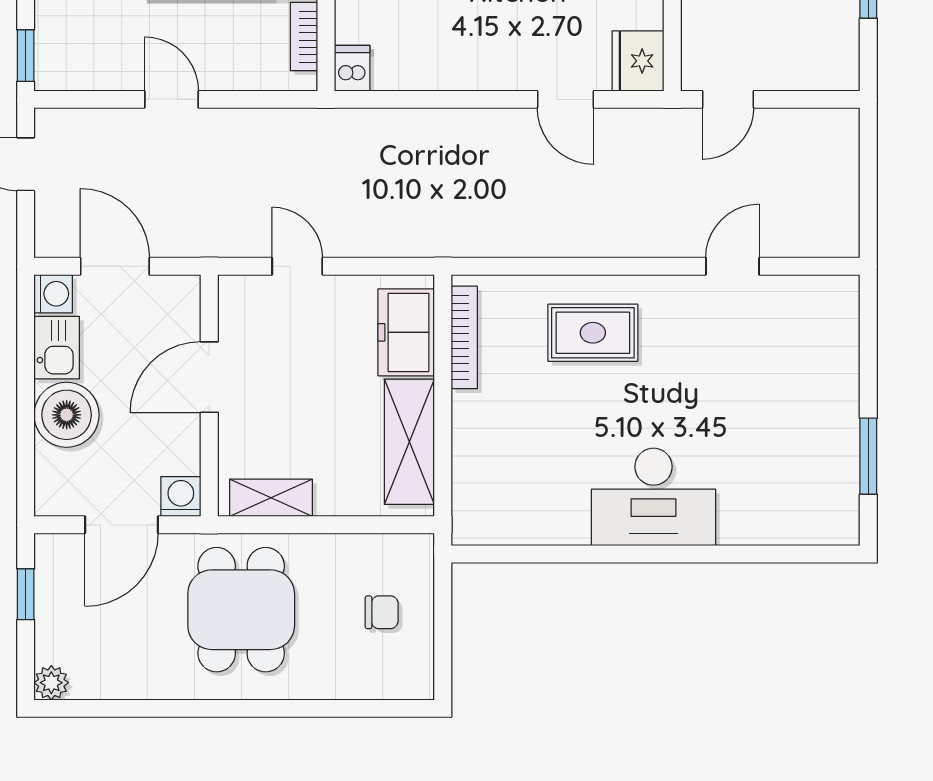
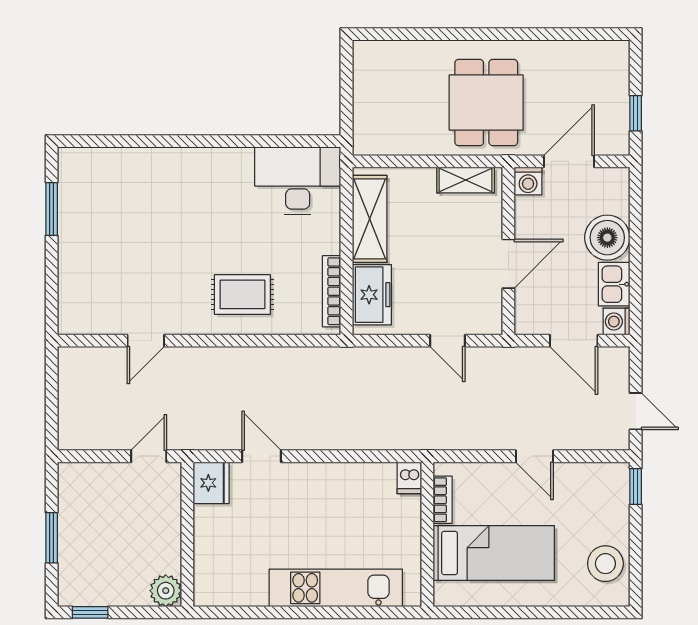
desk: (653, 497) -> (298, 181), moved
chair: (382, 612) -> (389, 101), removed
plant: (51, 683) -> (618, 52), removed

